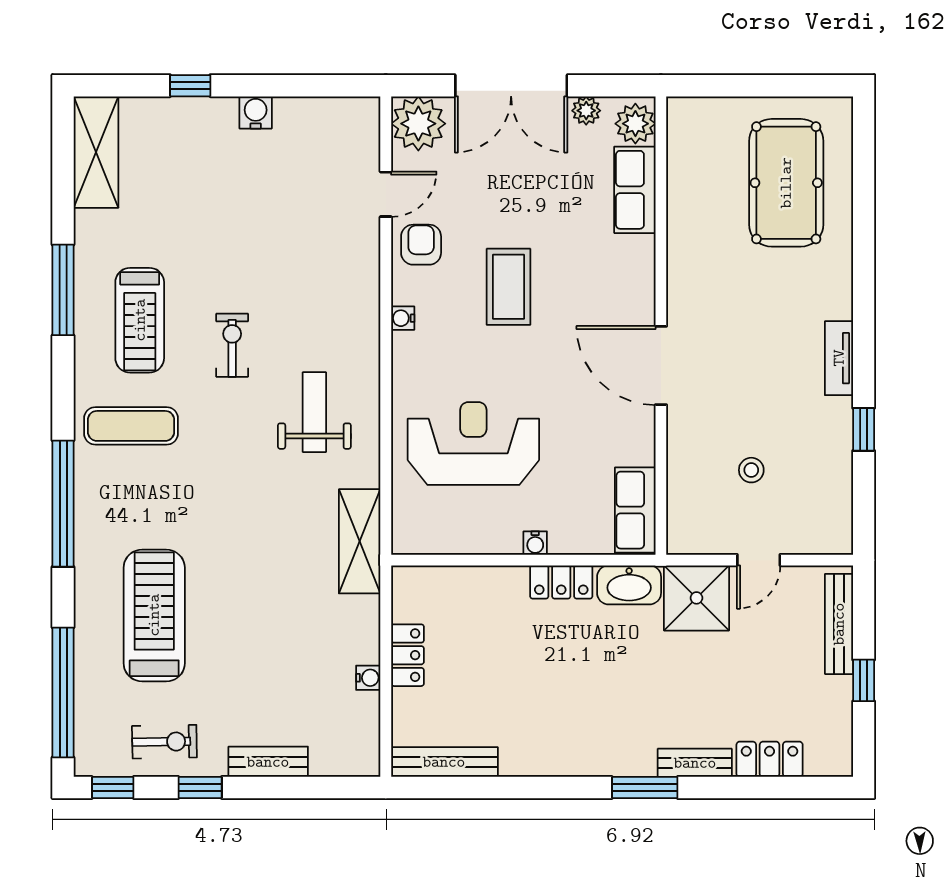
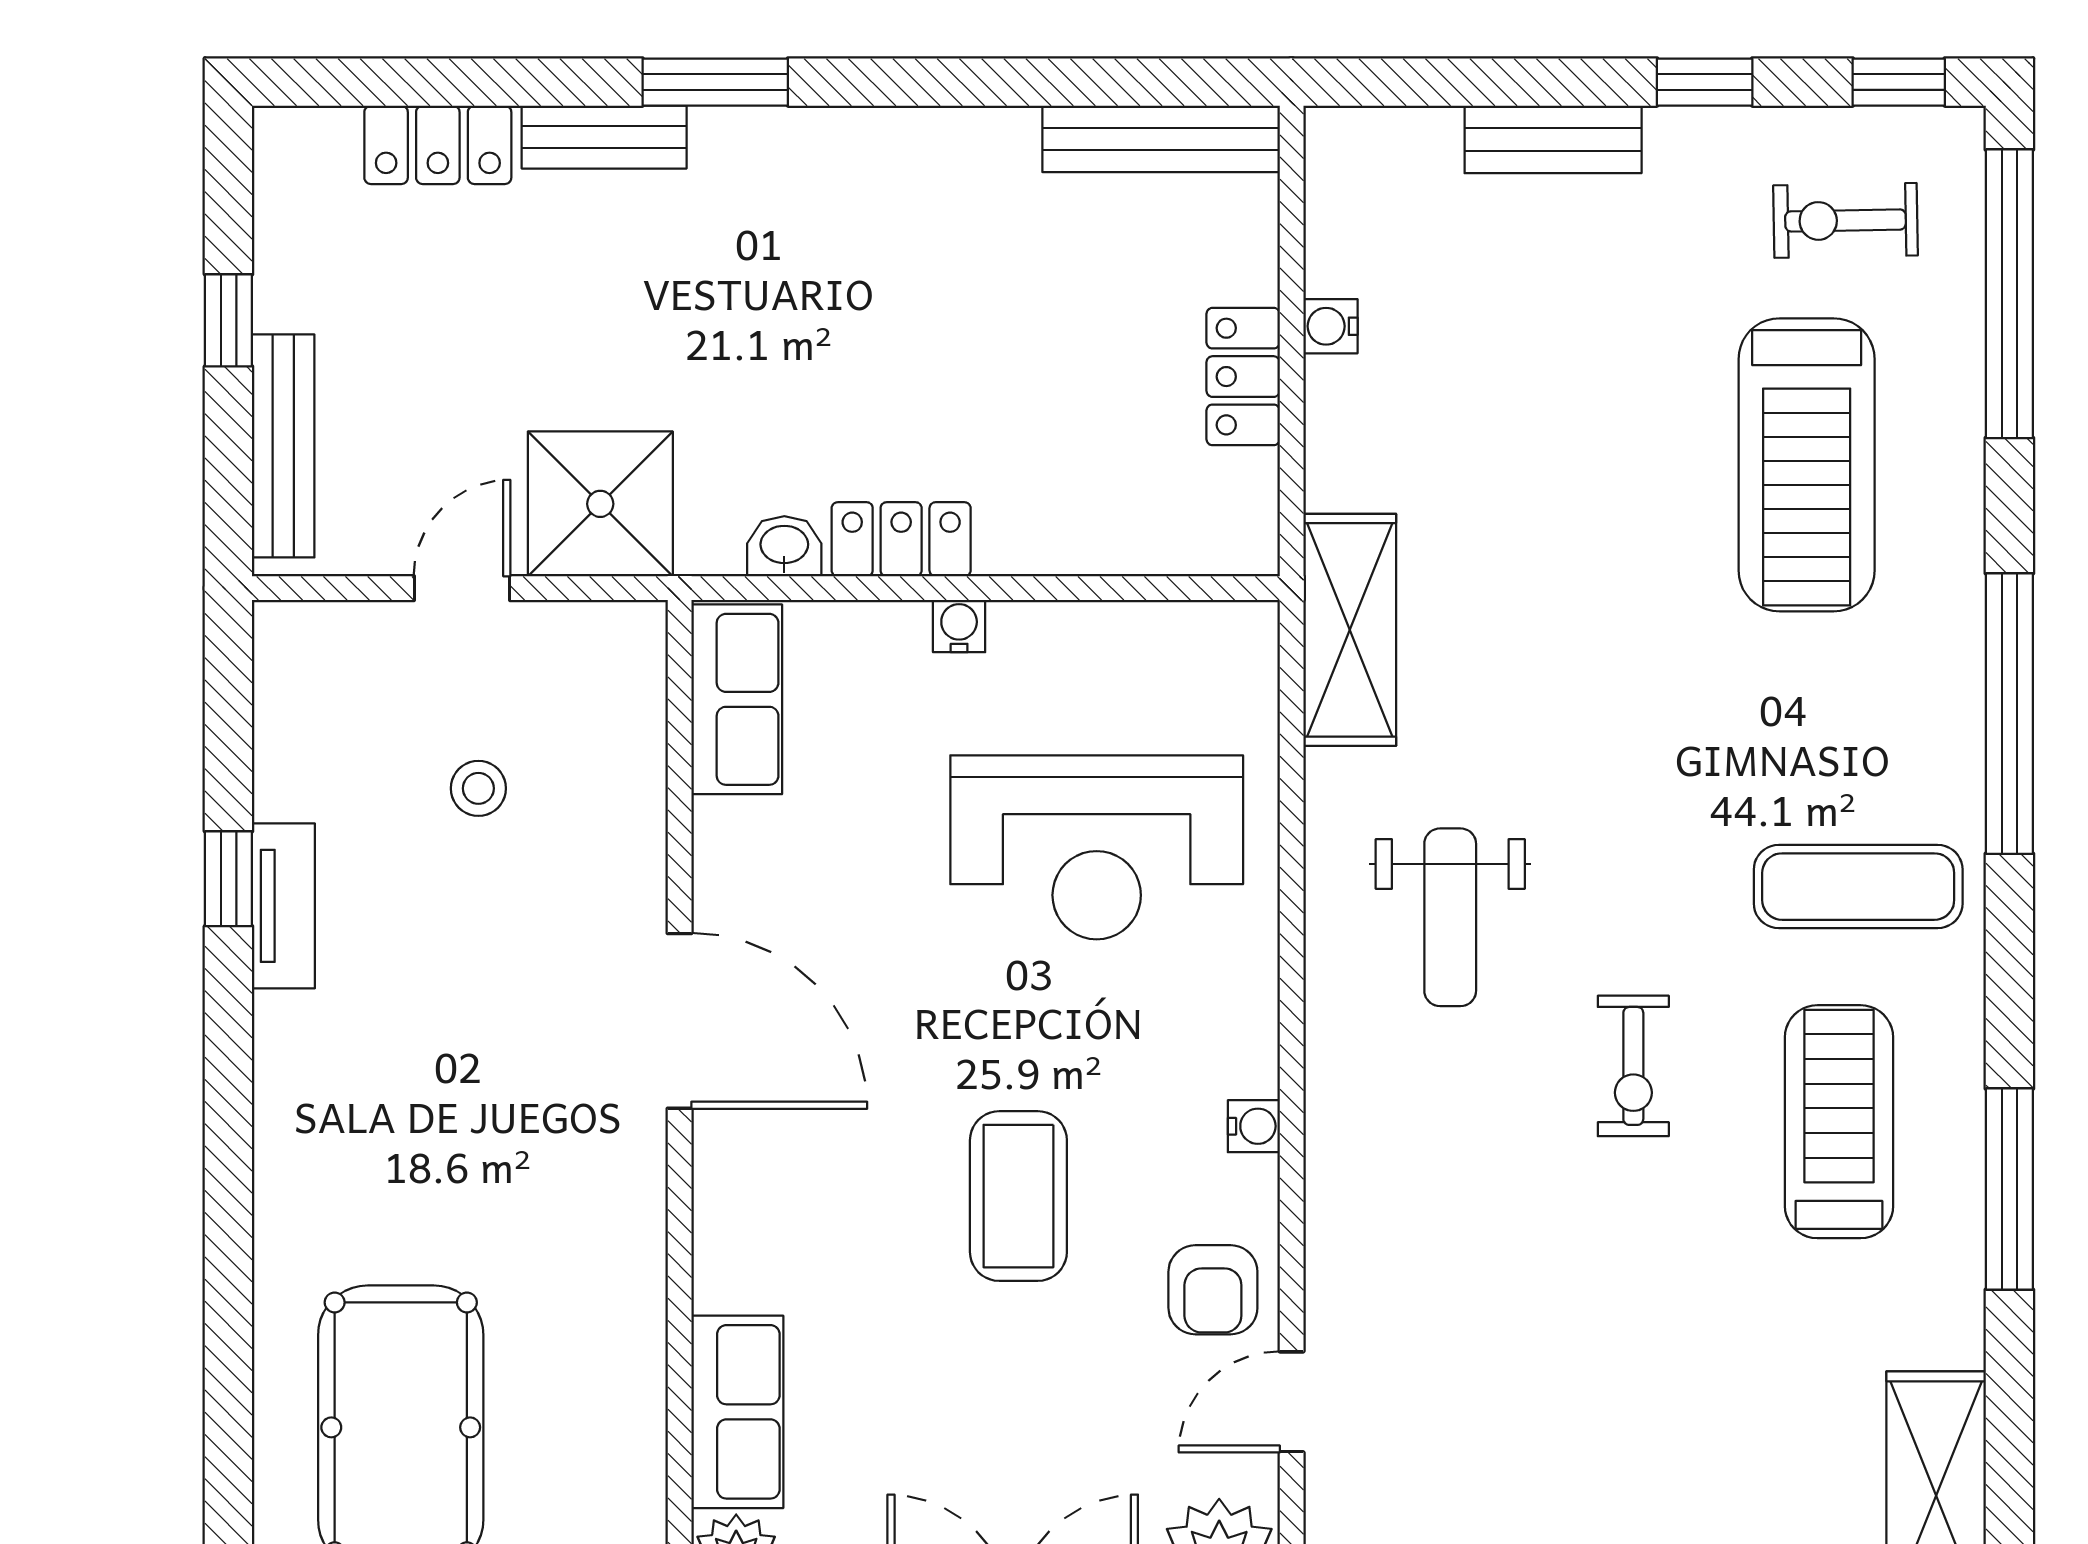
tv unit: (839, 358) -> (283, 906), moved
washbasin: (629, 585) -> (784, 546), width x0.52, depth x0.69
exercise bike: (164, 742) -> (1845, 220), moved

